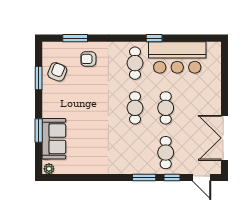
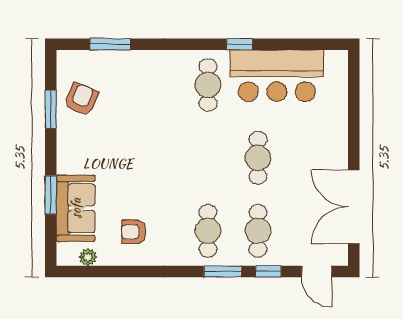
armchair: (88, 59) -> (134, 232), moved
cafe table: (135, 108) -> (208, 231), moved
plant: (49, 169) -> (88, 257), moved

